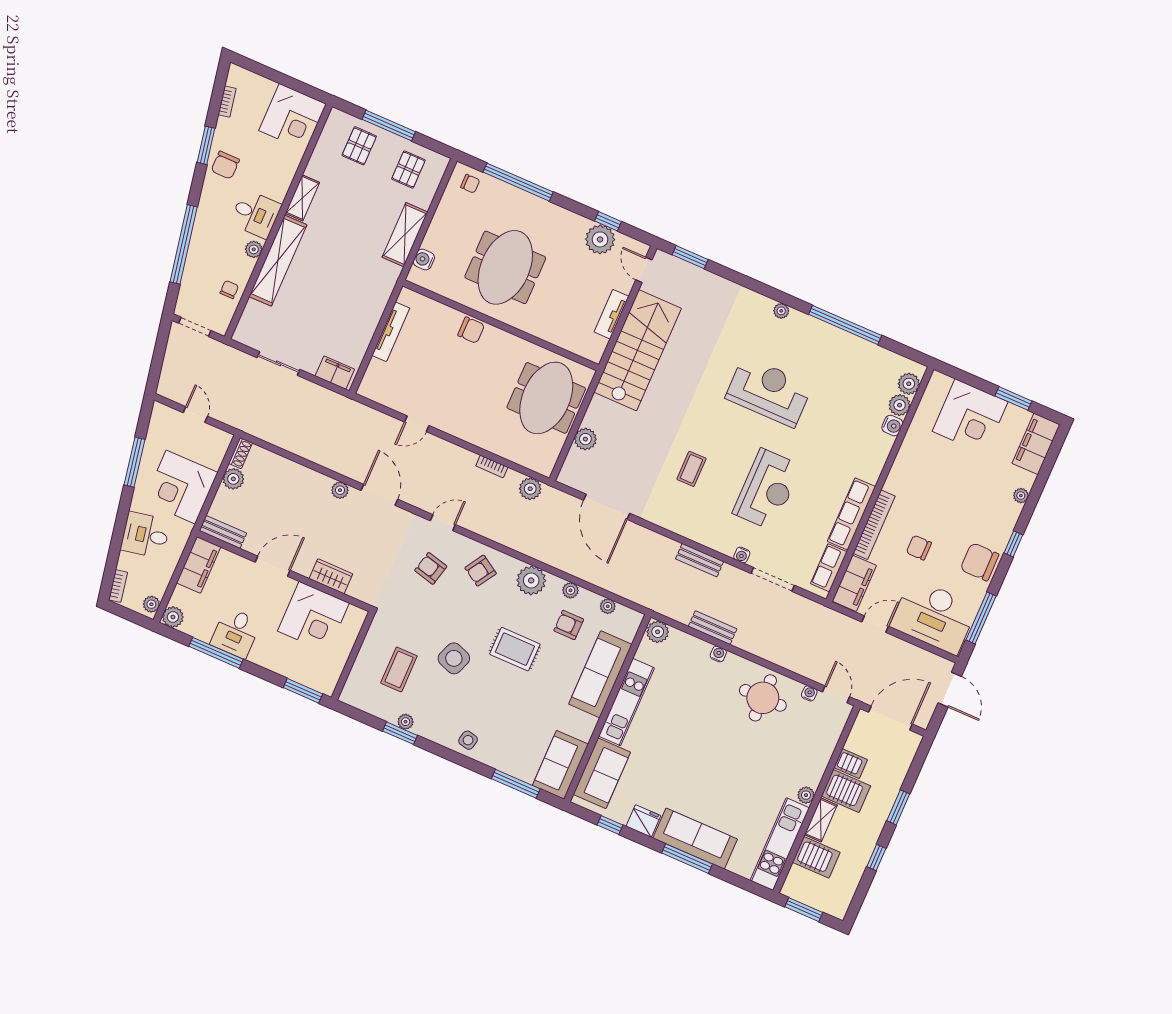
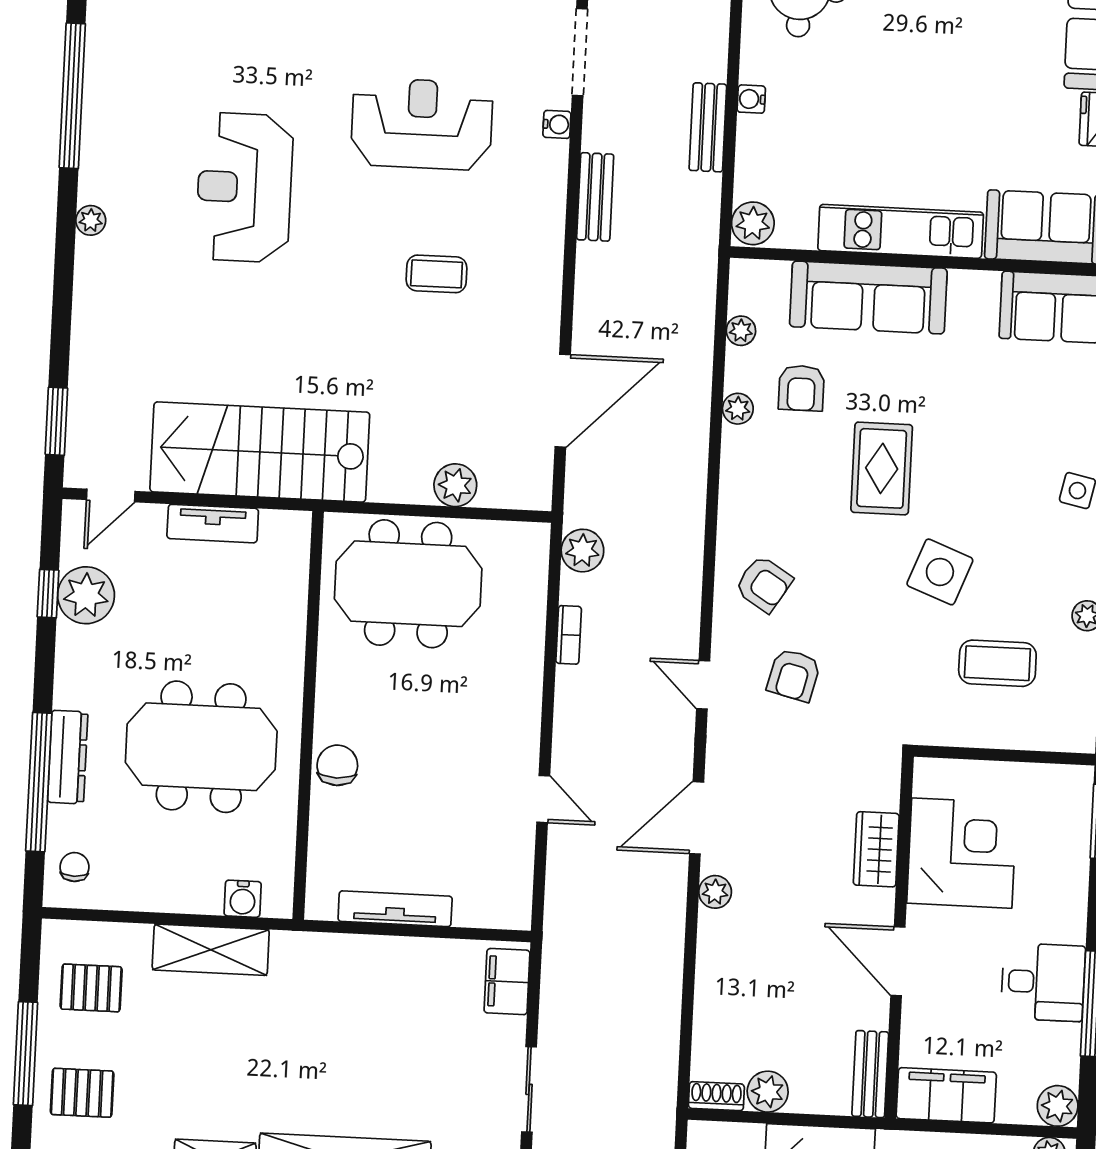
dresser: (525, 201) -> (68, 757), added
plant: (531, 580) -> (747, 486), removed

